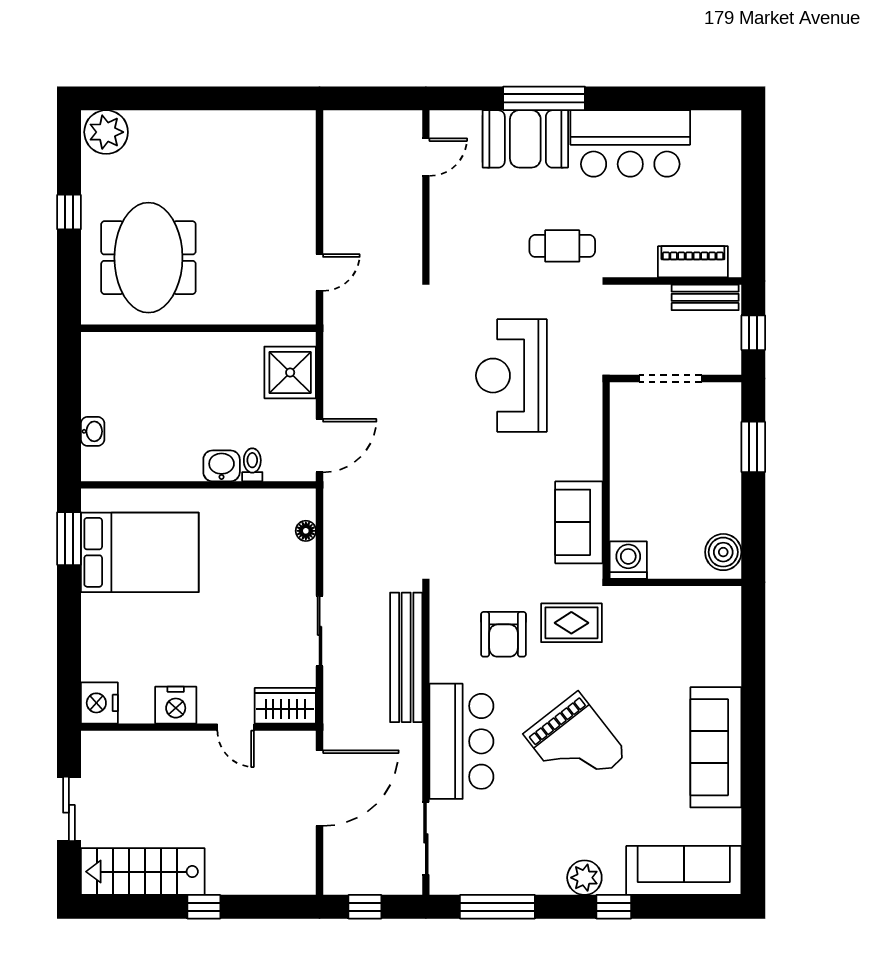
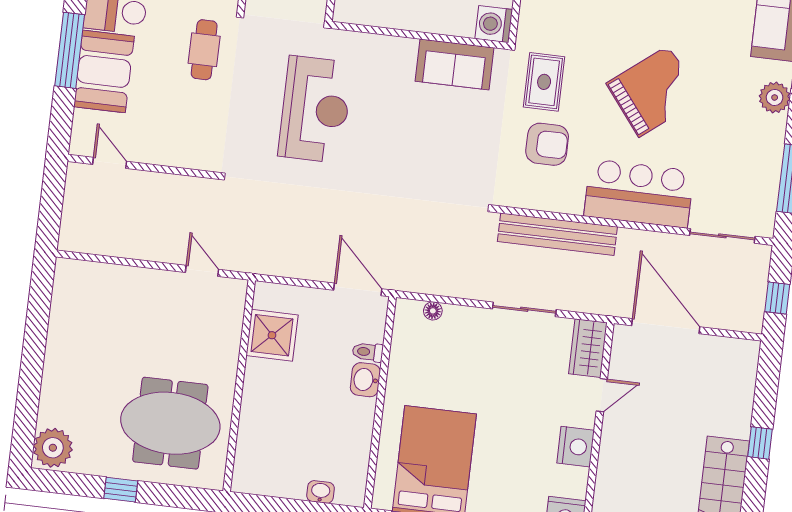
shower: (290, 372) -> (272, 335), moved
reception desk: (511, 376) -> (315, 109), turned -90

